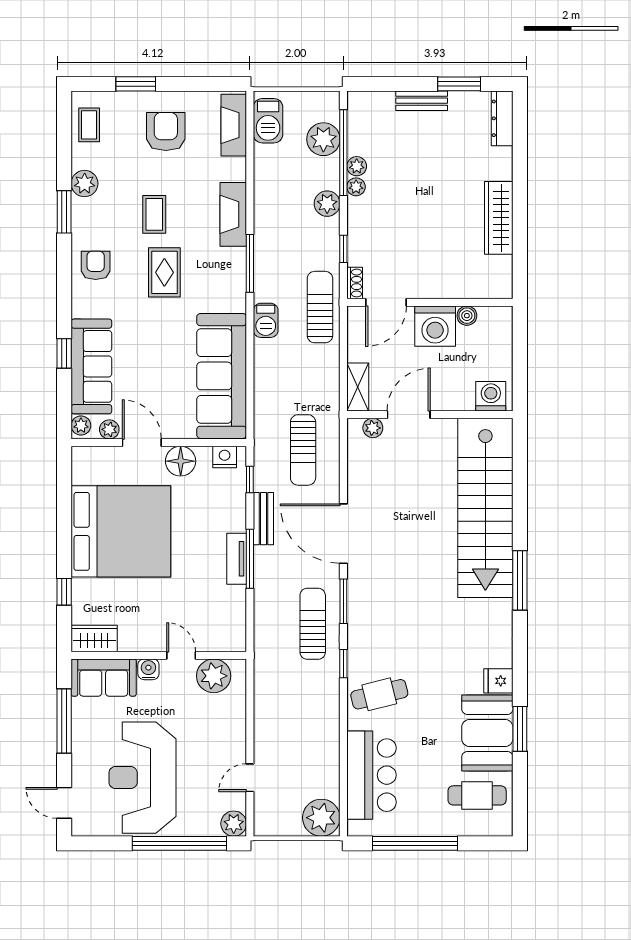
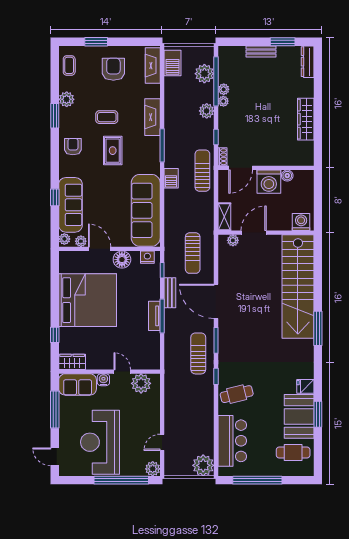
coffee table: (154, 214) -> (107, 117), turned 90

